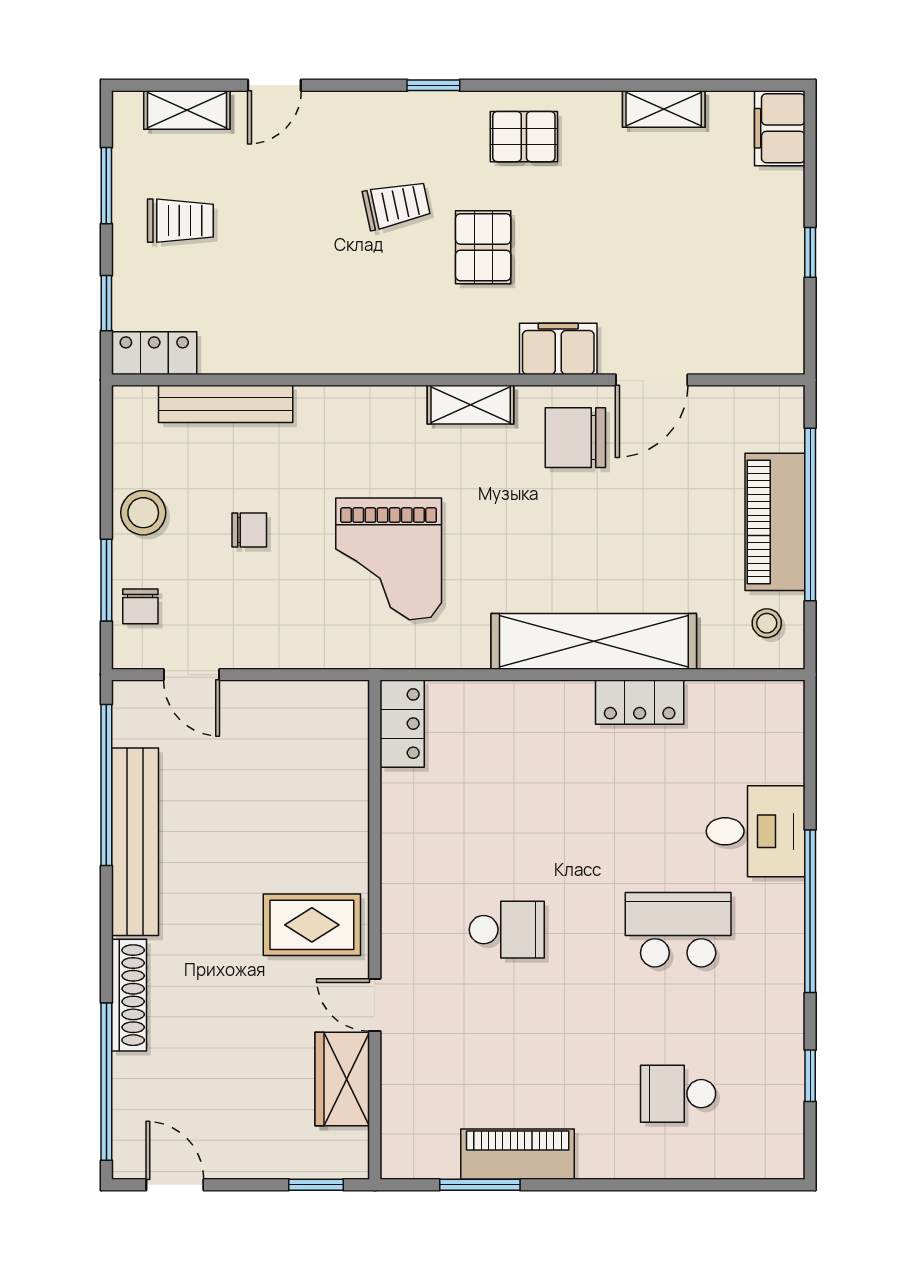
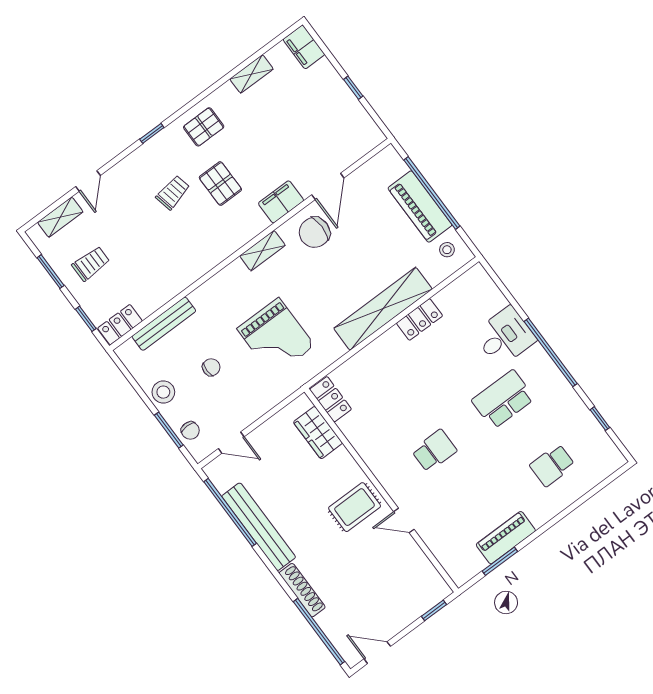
wardrobe: (342, 1079) -> (318, 433), moved

